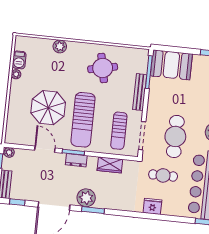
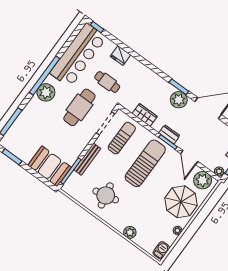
barbecue: (19, 60) -> (161, 250), moved
parasol: (48, 108) -> (181, 202), moved
plant: (20, 135) -> (203, 180), added
fridge: (152, 206) -> (120, 55), moved

